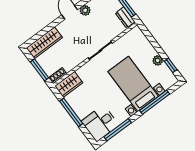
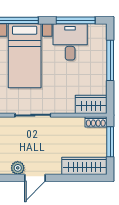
window: (71, 112) -> (110, 60), moved
desk: (100, 123) -> (70, 42), moved, turned -90

